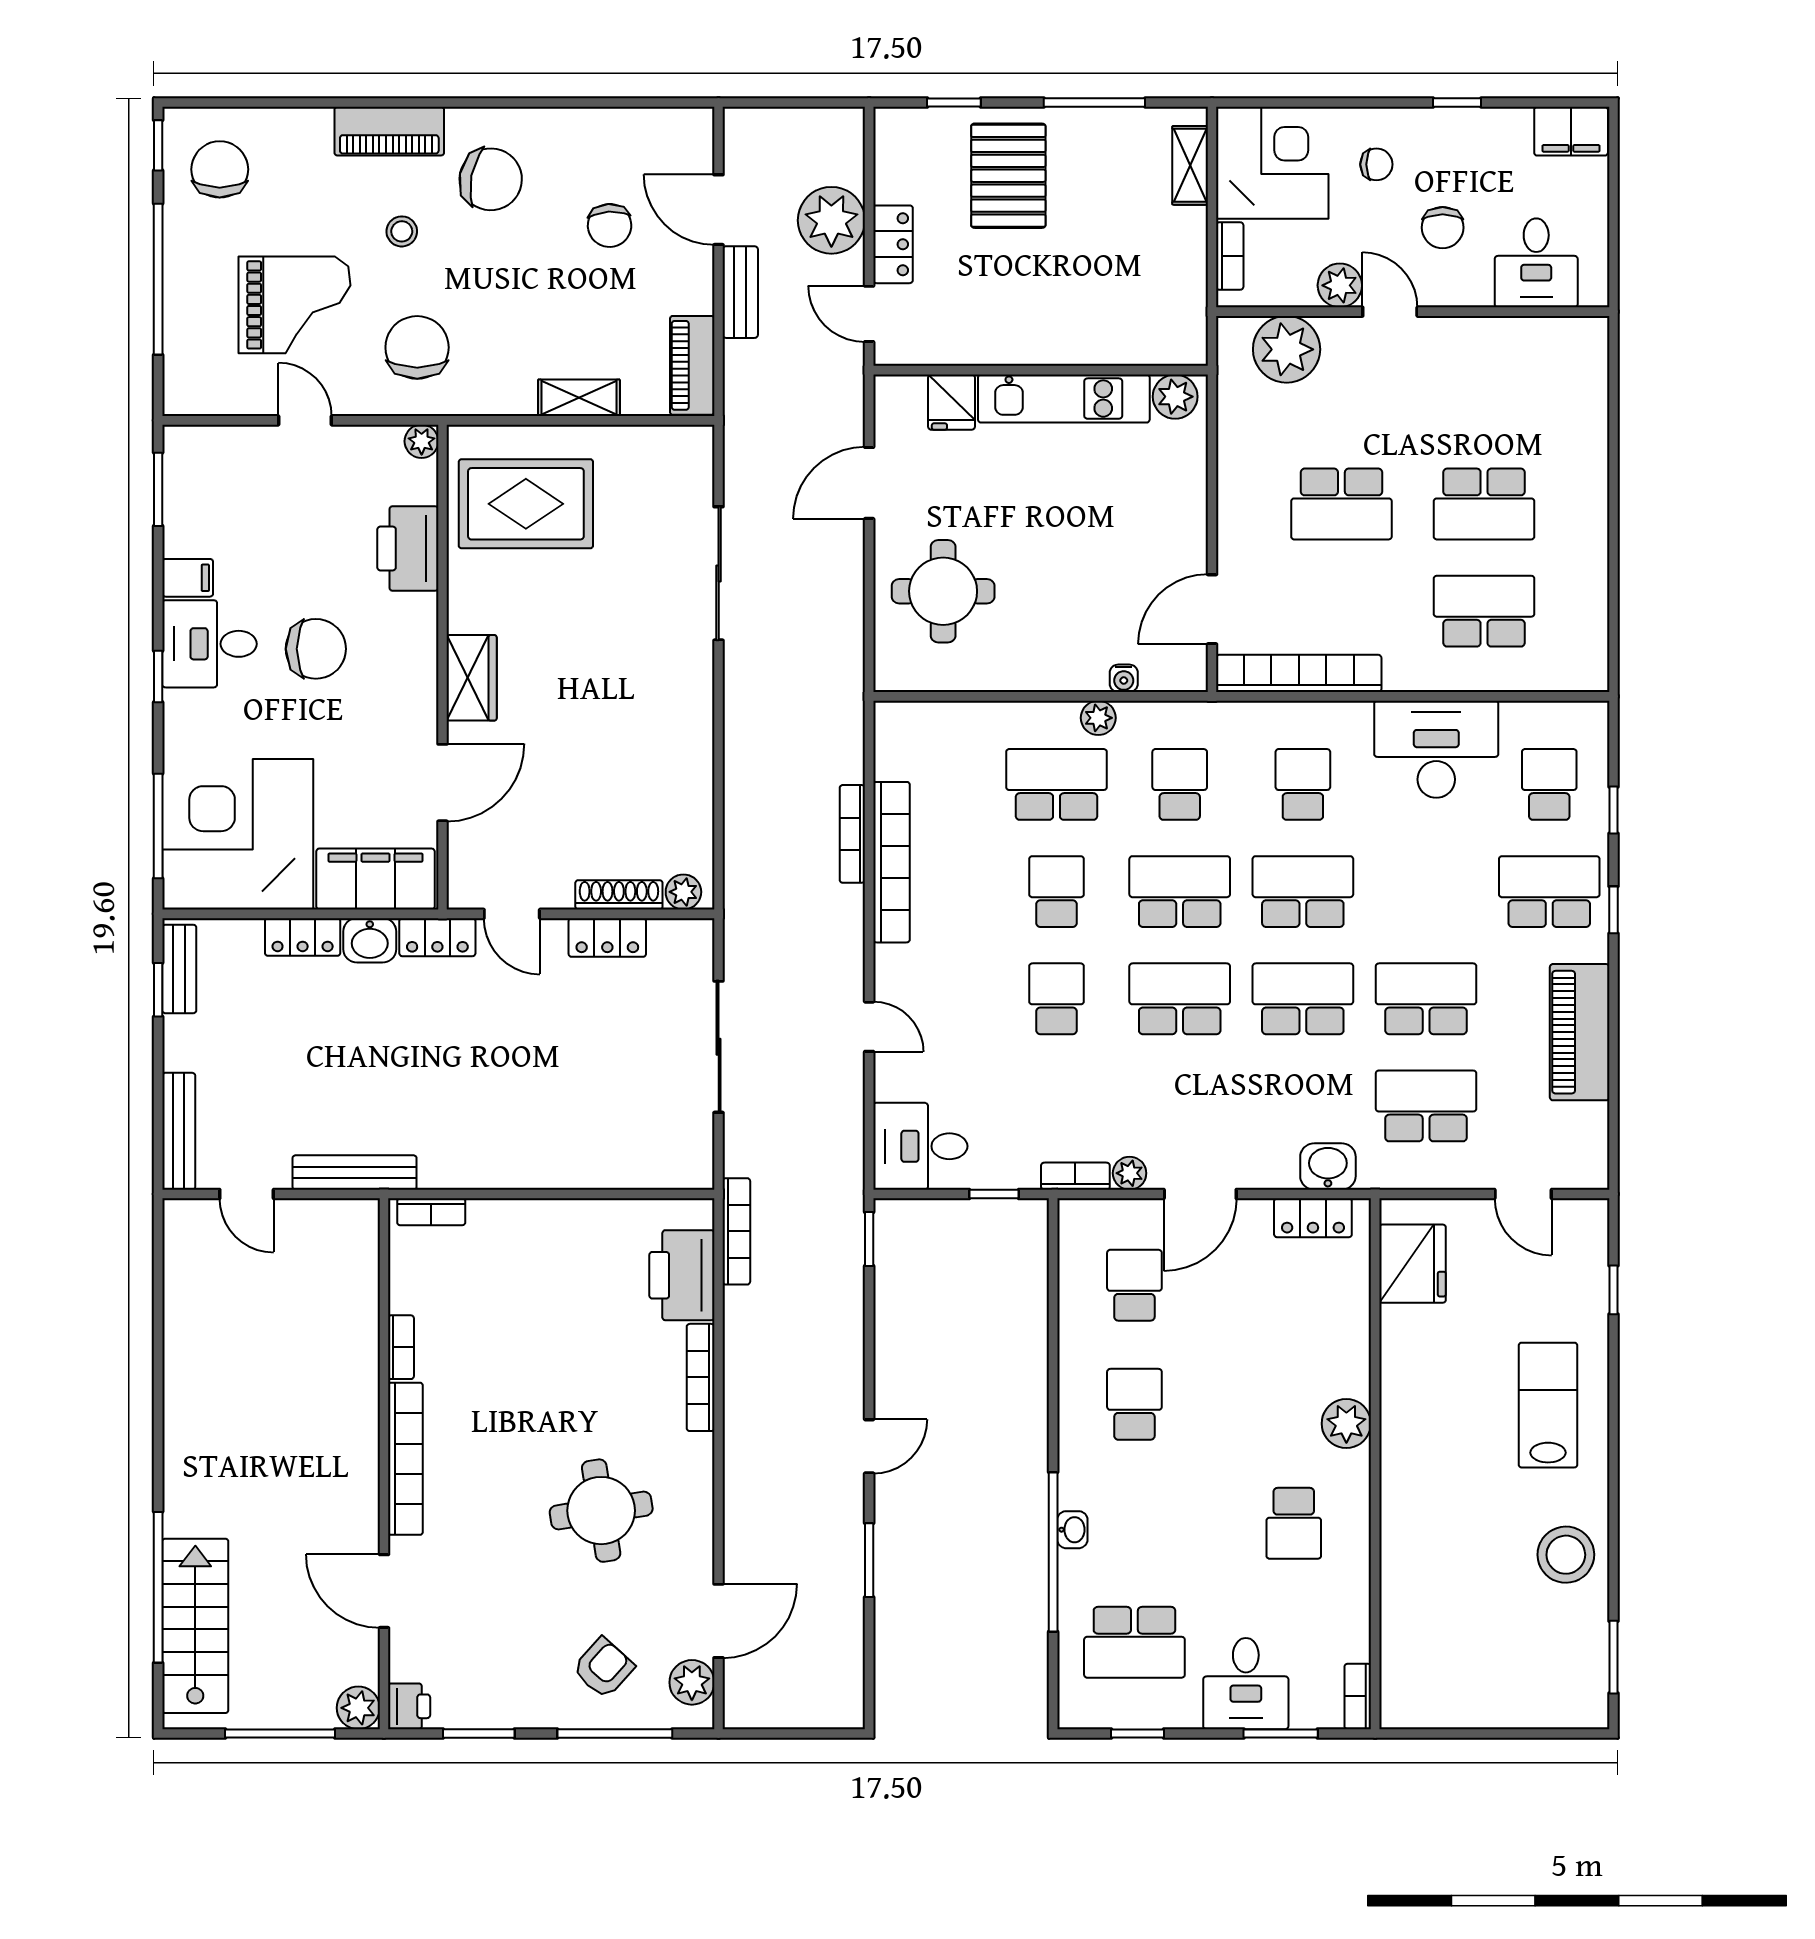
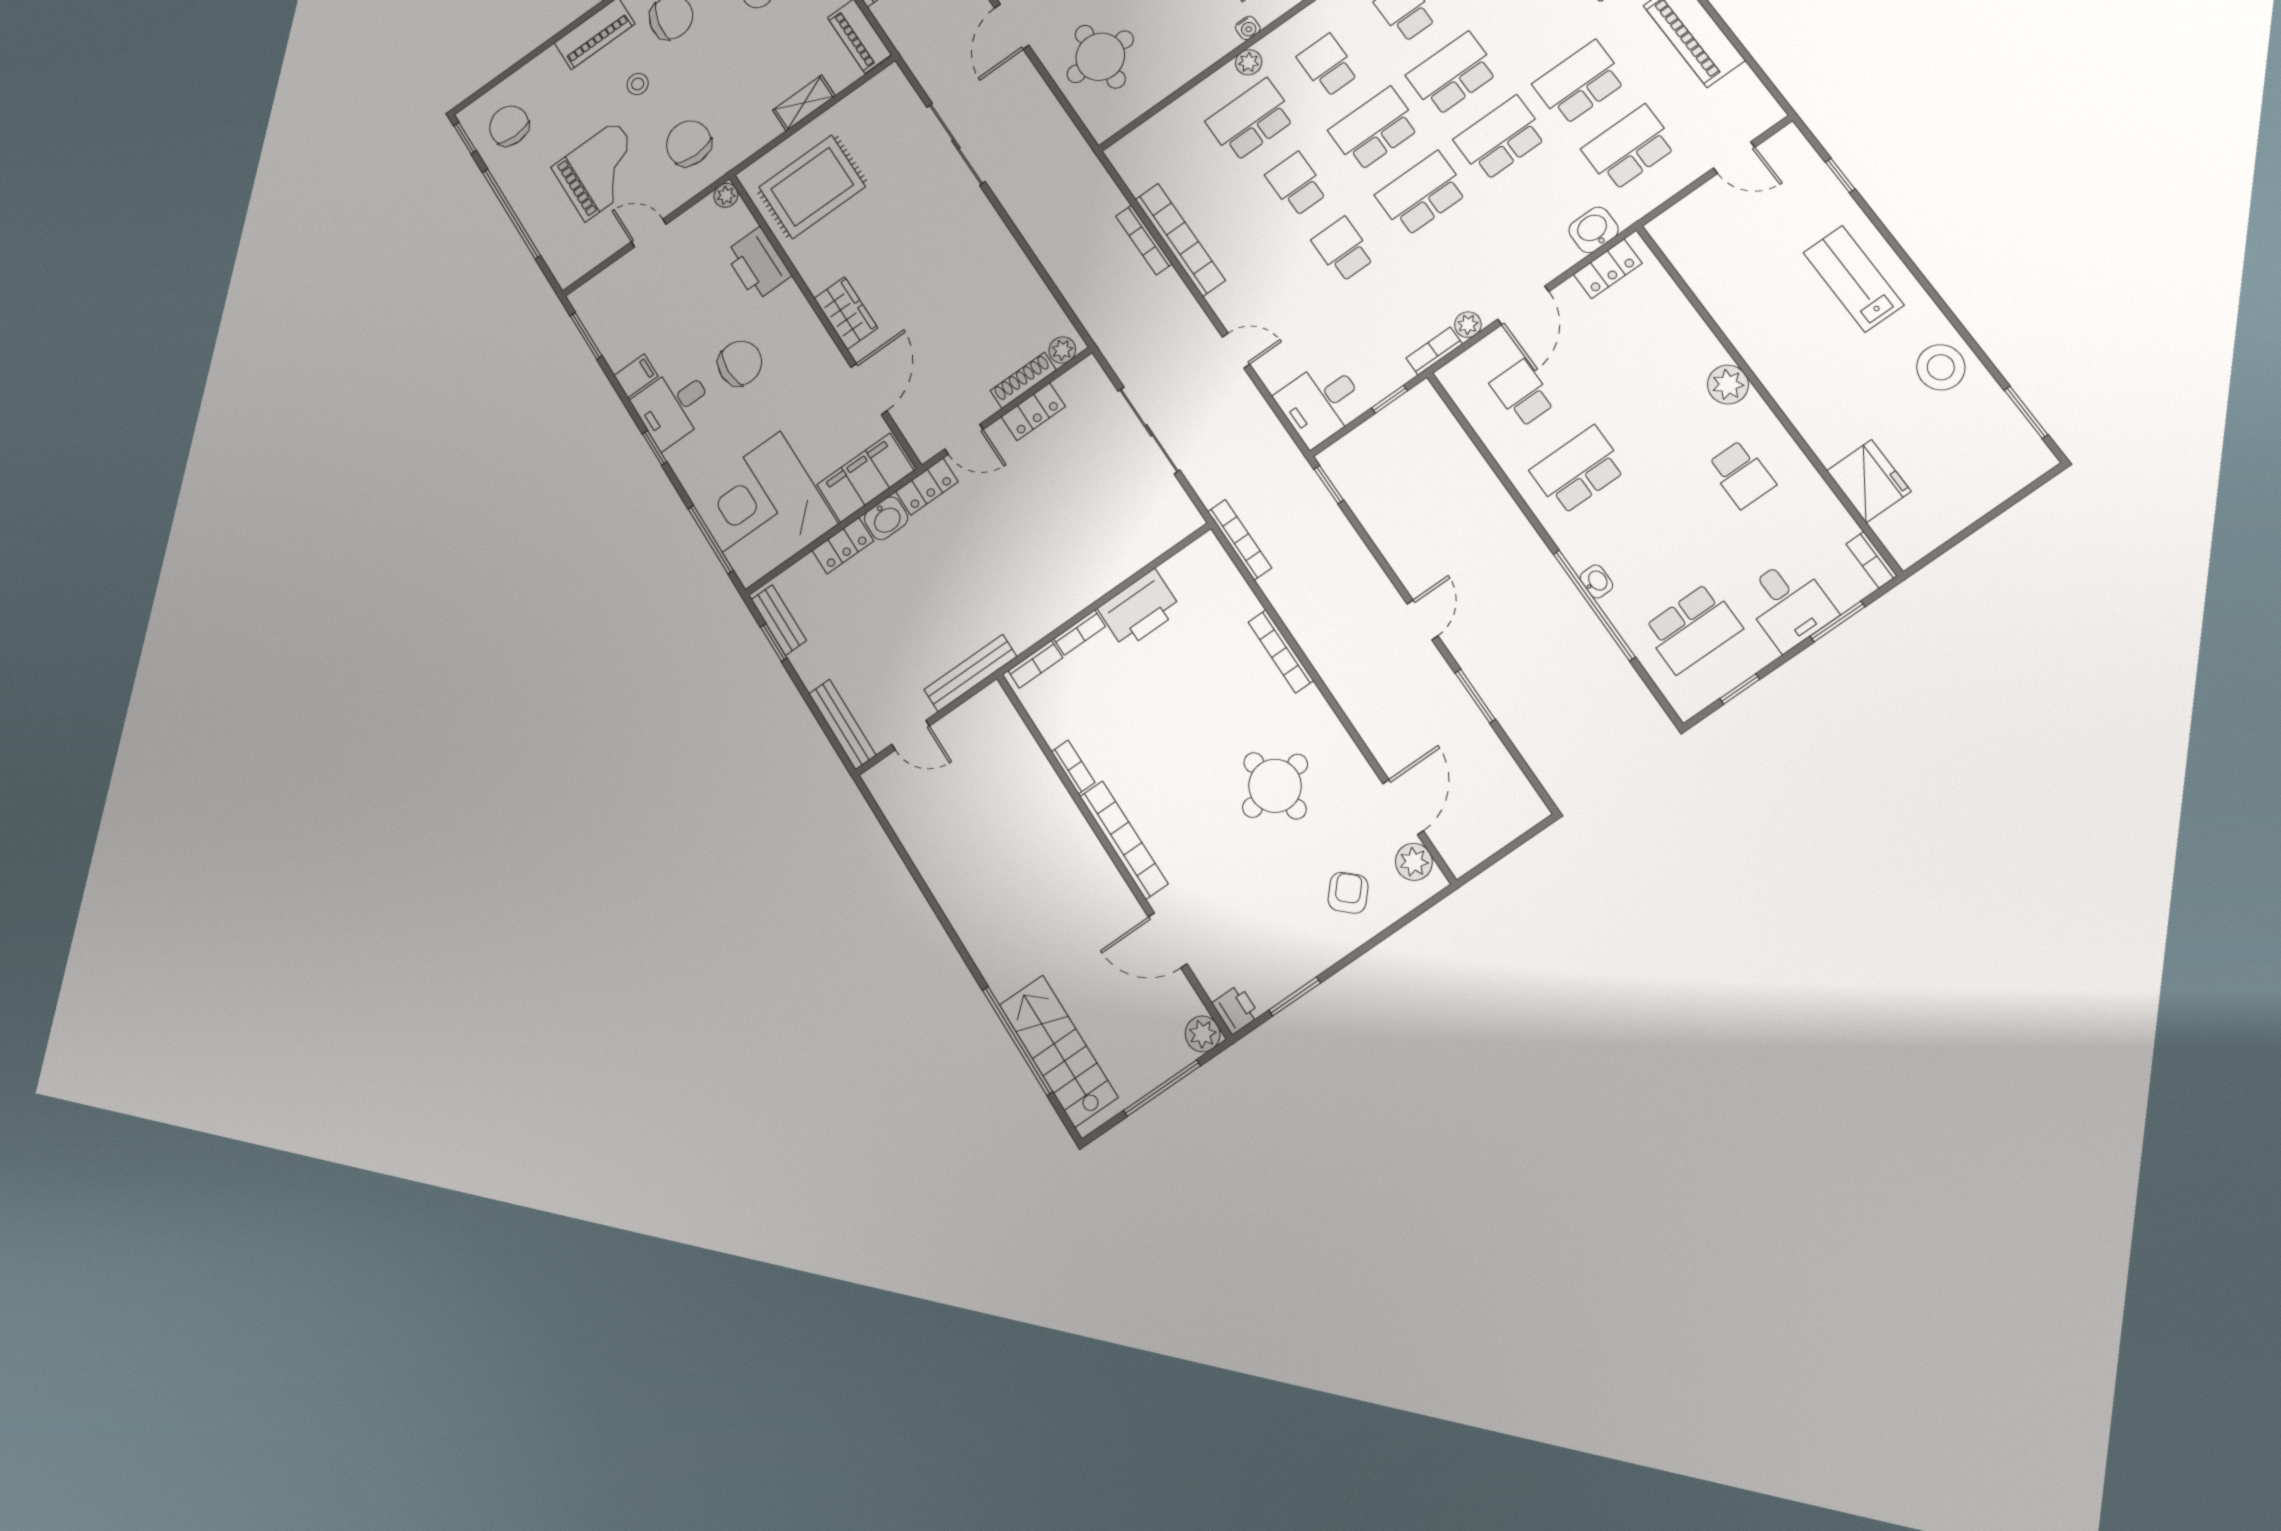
bookcase: (501, 1211) -> (1080, 633), added
fridge: (1413, 1264) -> (1869, 481), moved
printer: (682, 1275) -> (1140, 609), moved, turned -90
school desk: (1134, 1404) -> (1578, 470), width x1.85
window: (615, 1734) -> (1386, 933), removed

